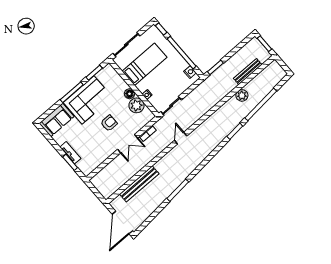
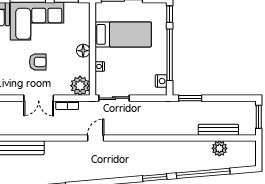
plant: (242, 95) -> (219, 148), moved
plant: (136, 105) -> (80, 86), moved

